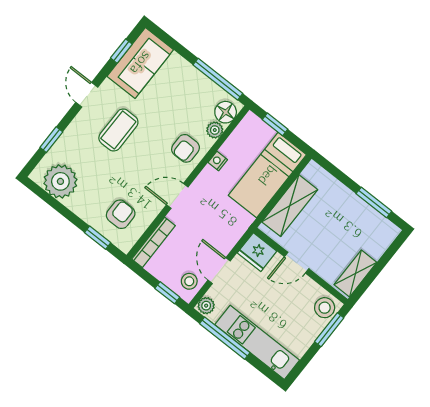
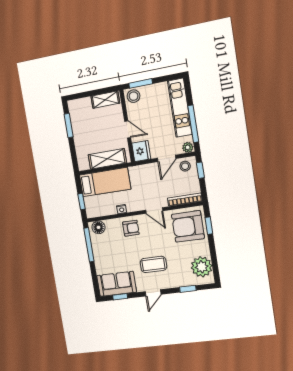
plant: (215, 130) -> (110, 224), removed
armchair: (121, 214) -> (188, 226), width x1.88, depth x1.88

